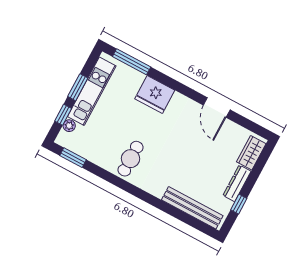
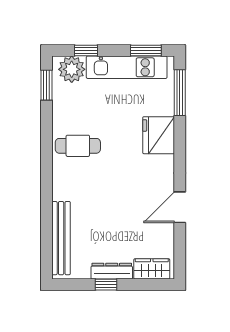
window: (78, 87) -> (146, 51), moved
plant: (69, 126) -> (72, 69), width x1.88, depth x1.88
window: (239, 204) -> (106, 285), moved

